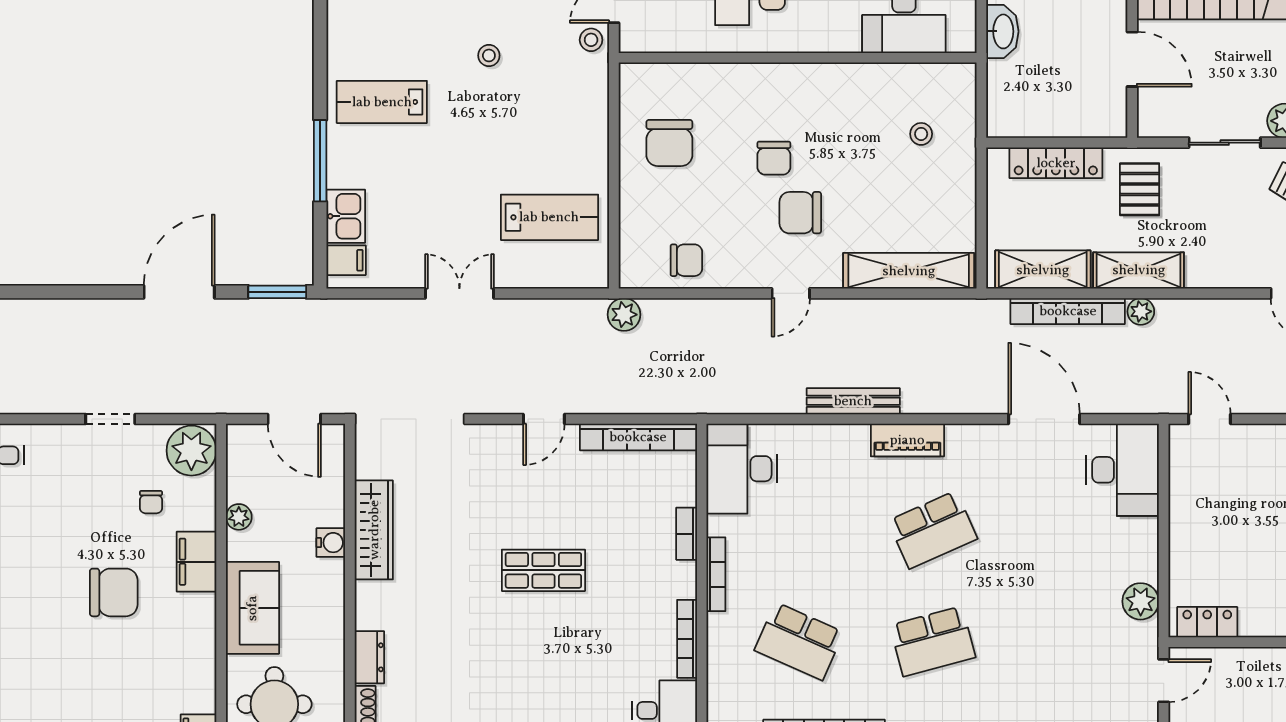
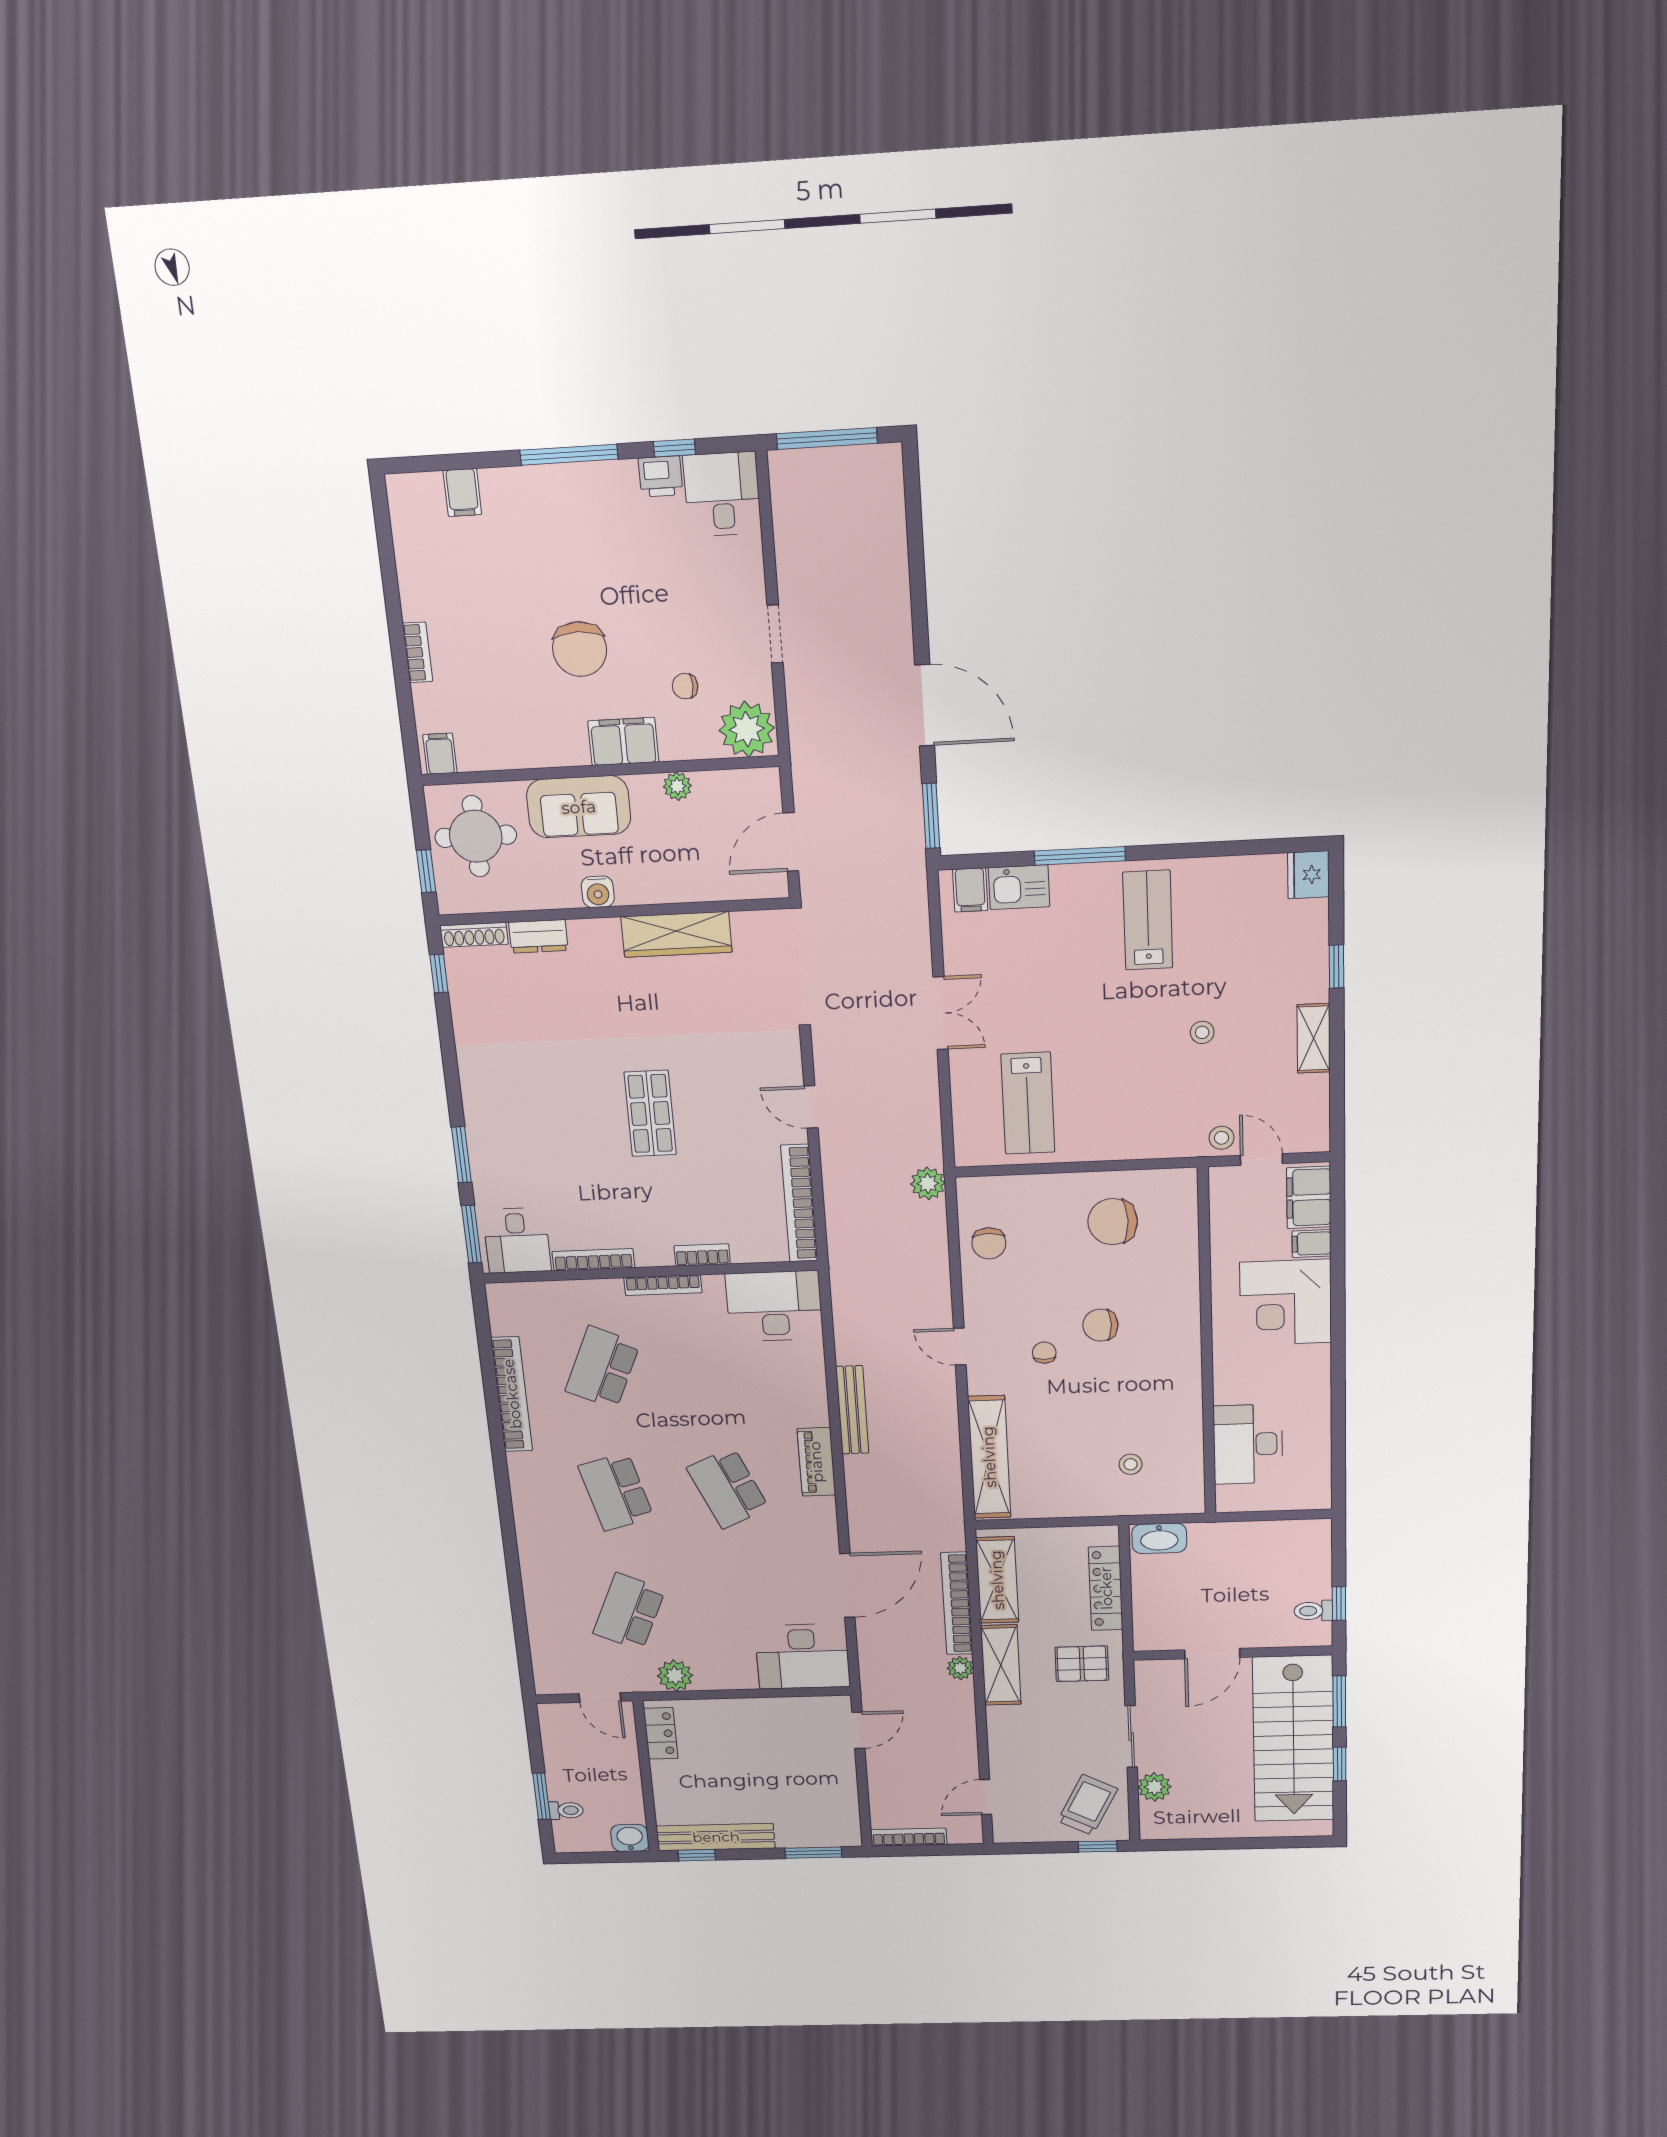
washbasin: (1002, 31) -> (1159, 1538), moved
chair: (800, 213) -> (1044, 1353), width x0.54, depth x0.54
water cooler: (331, 543) -> (598, 892), moved
school desk: (1066, 641) -> (629, 1612), added

